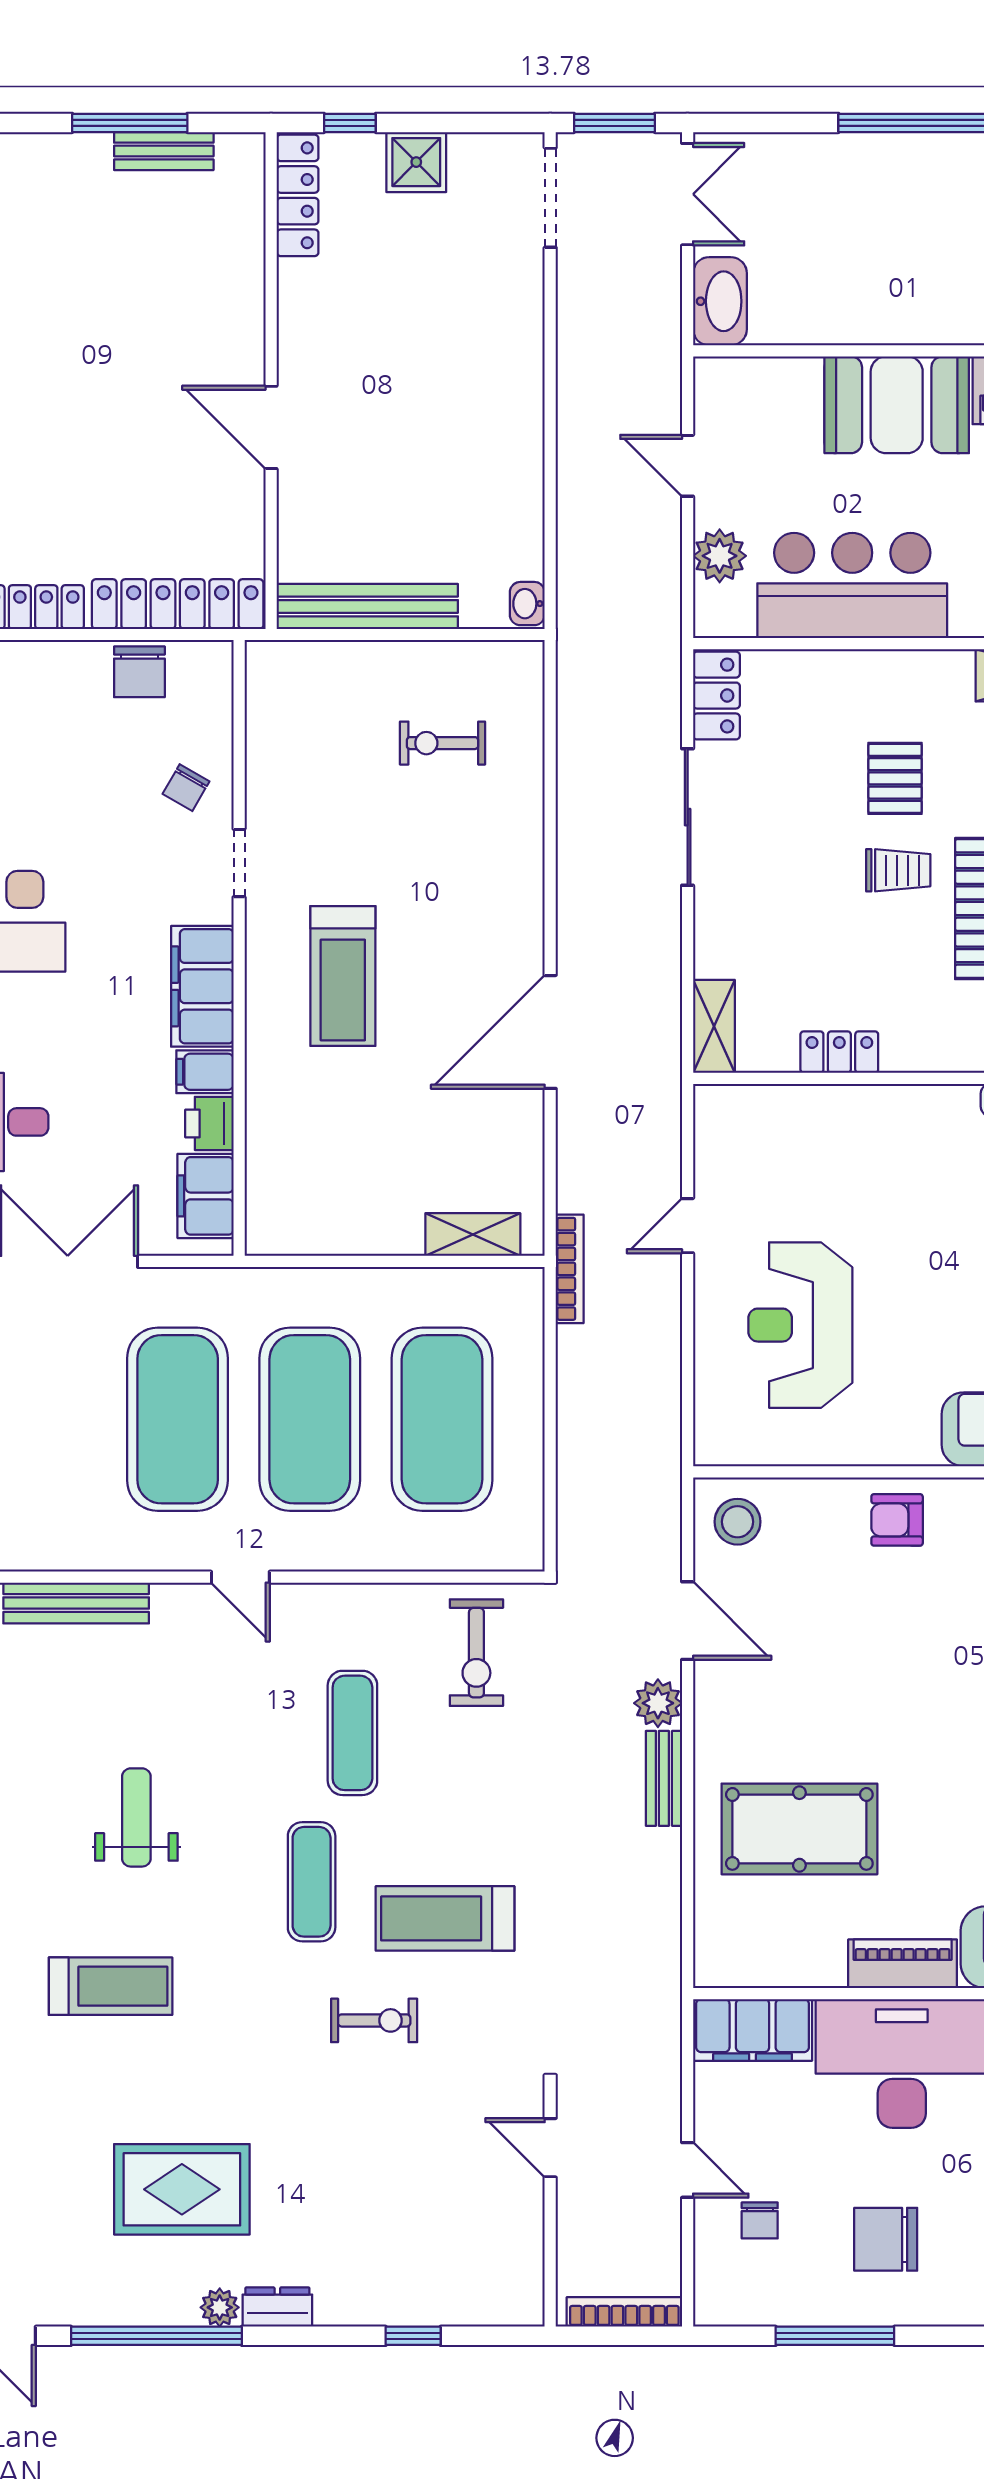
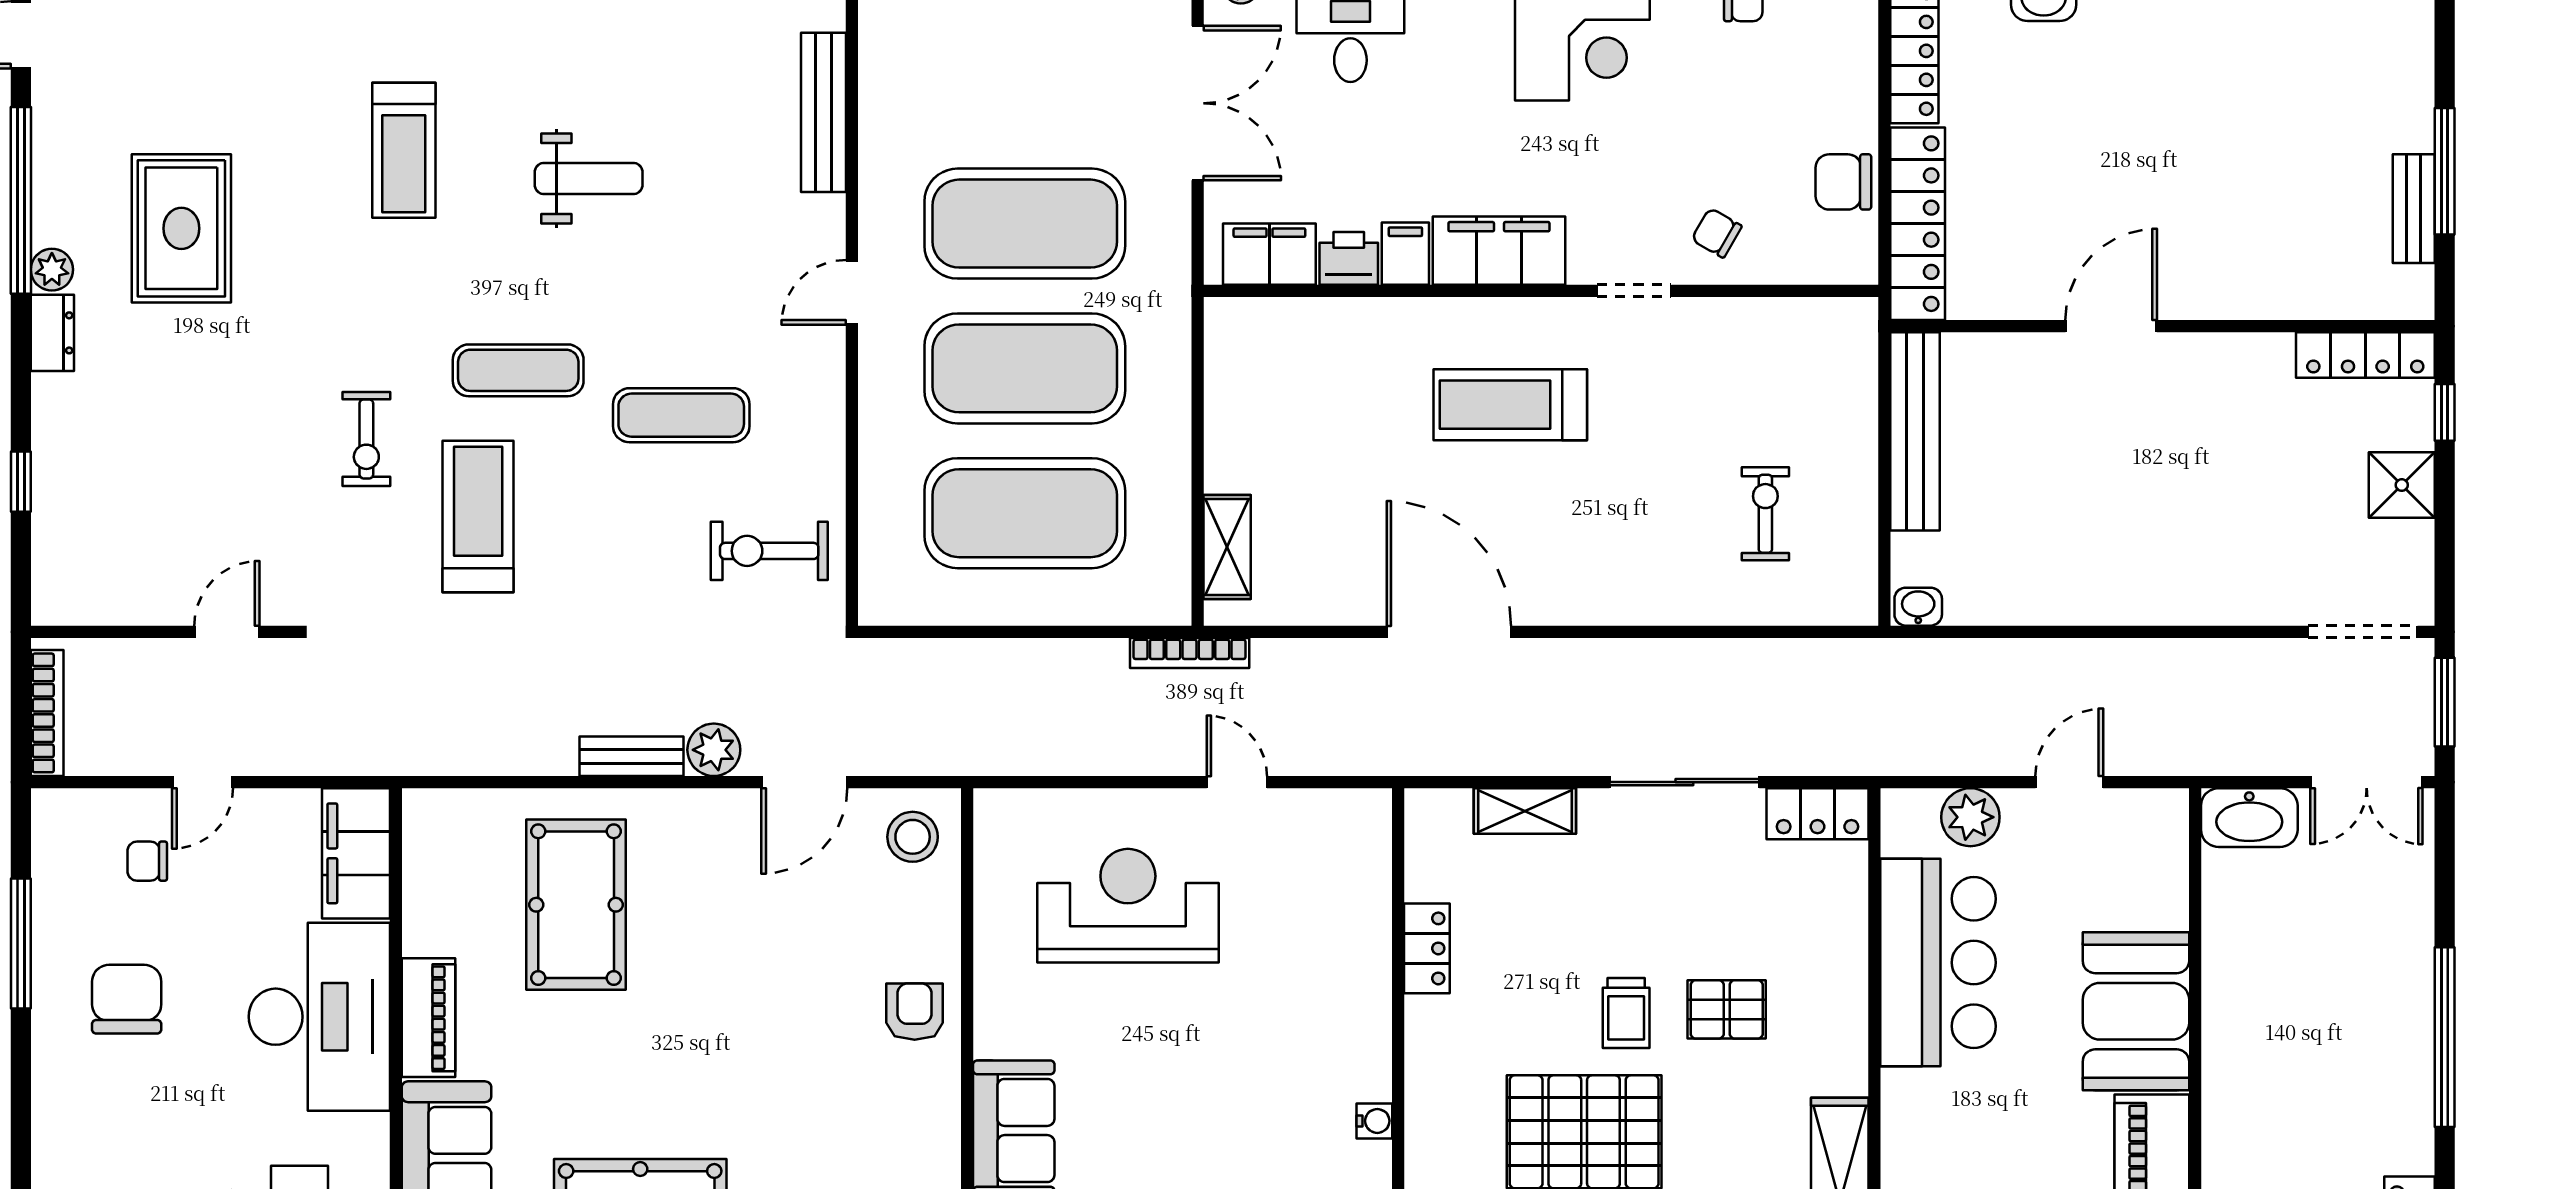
shelving: (714, 1026) -> (1525, 811), moved

